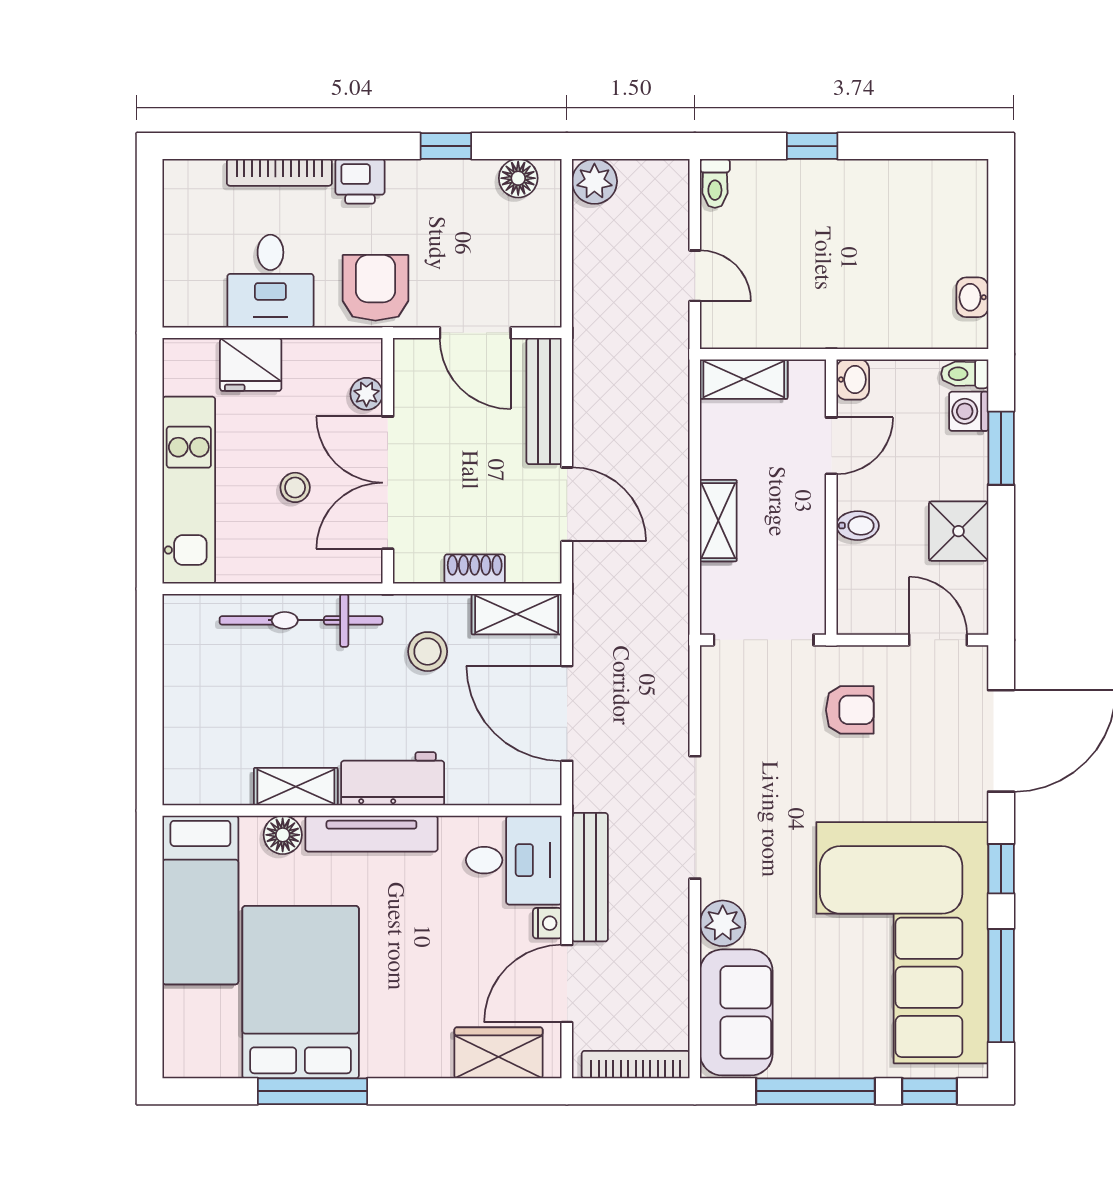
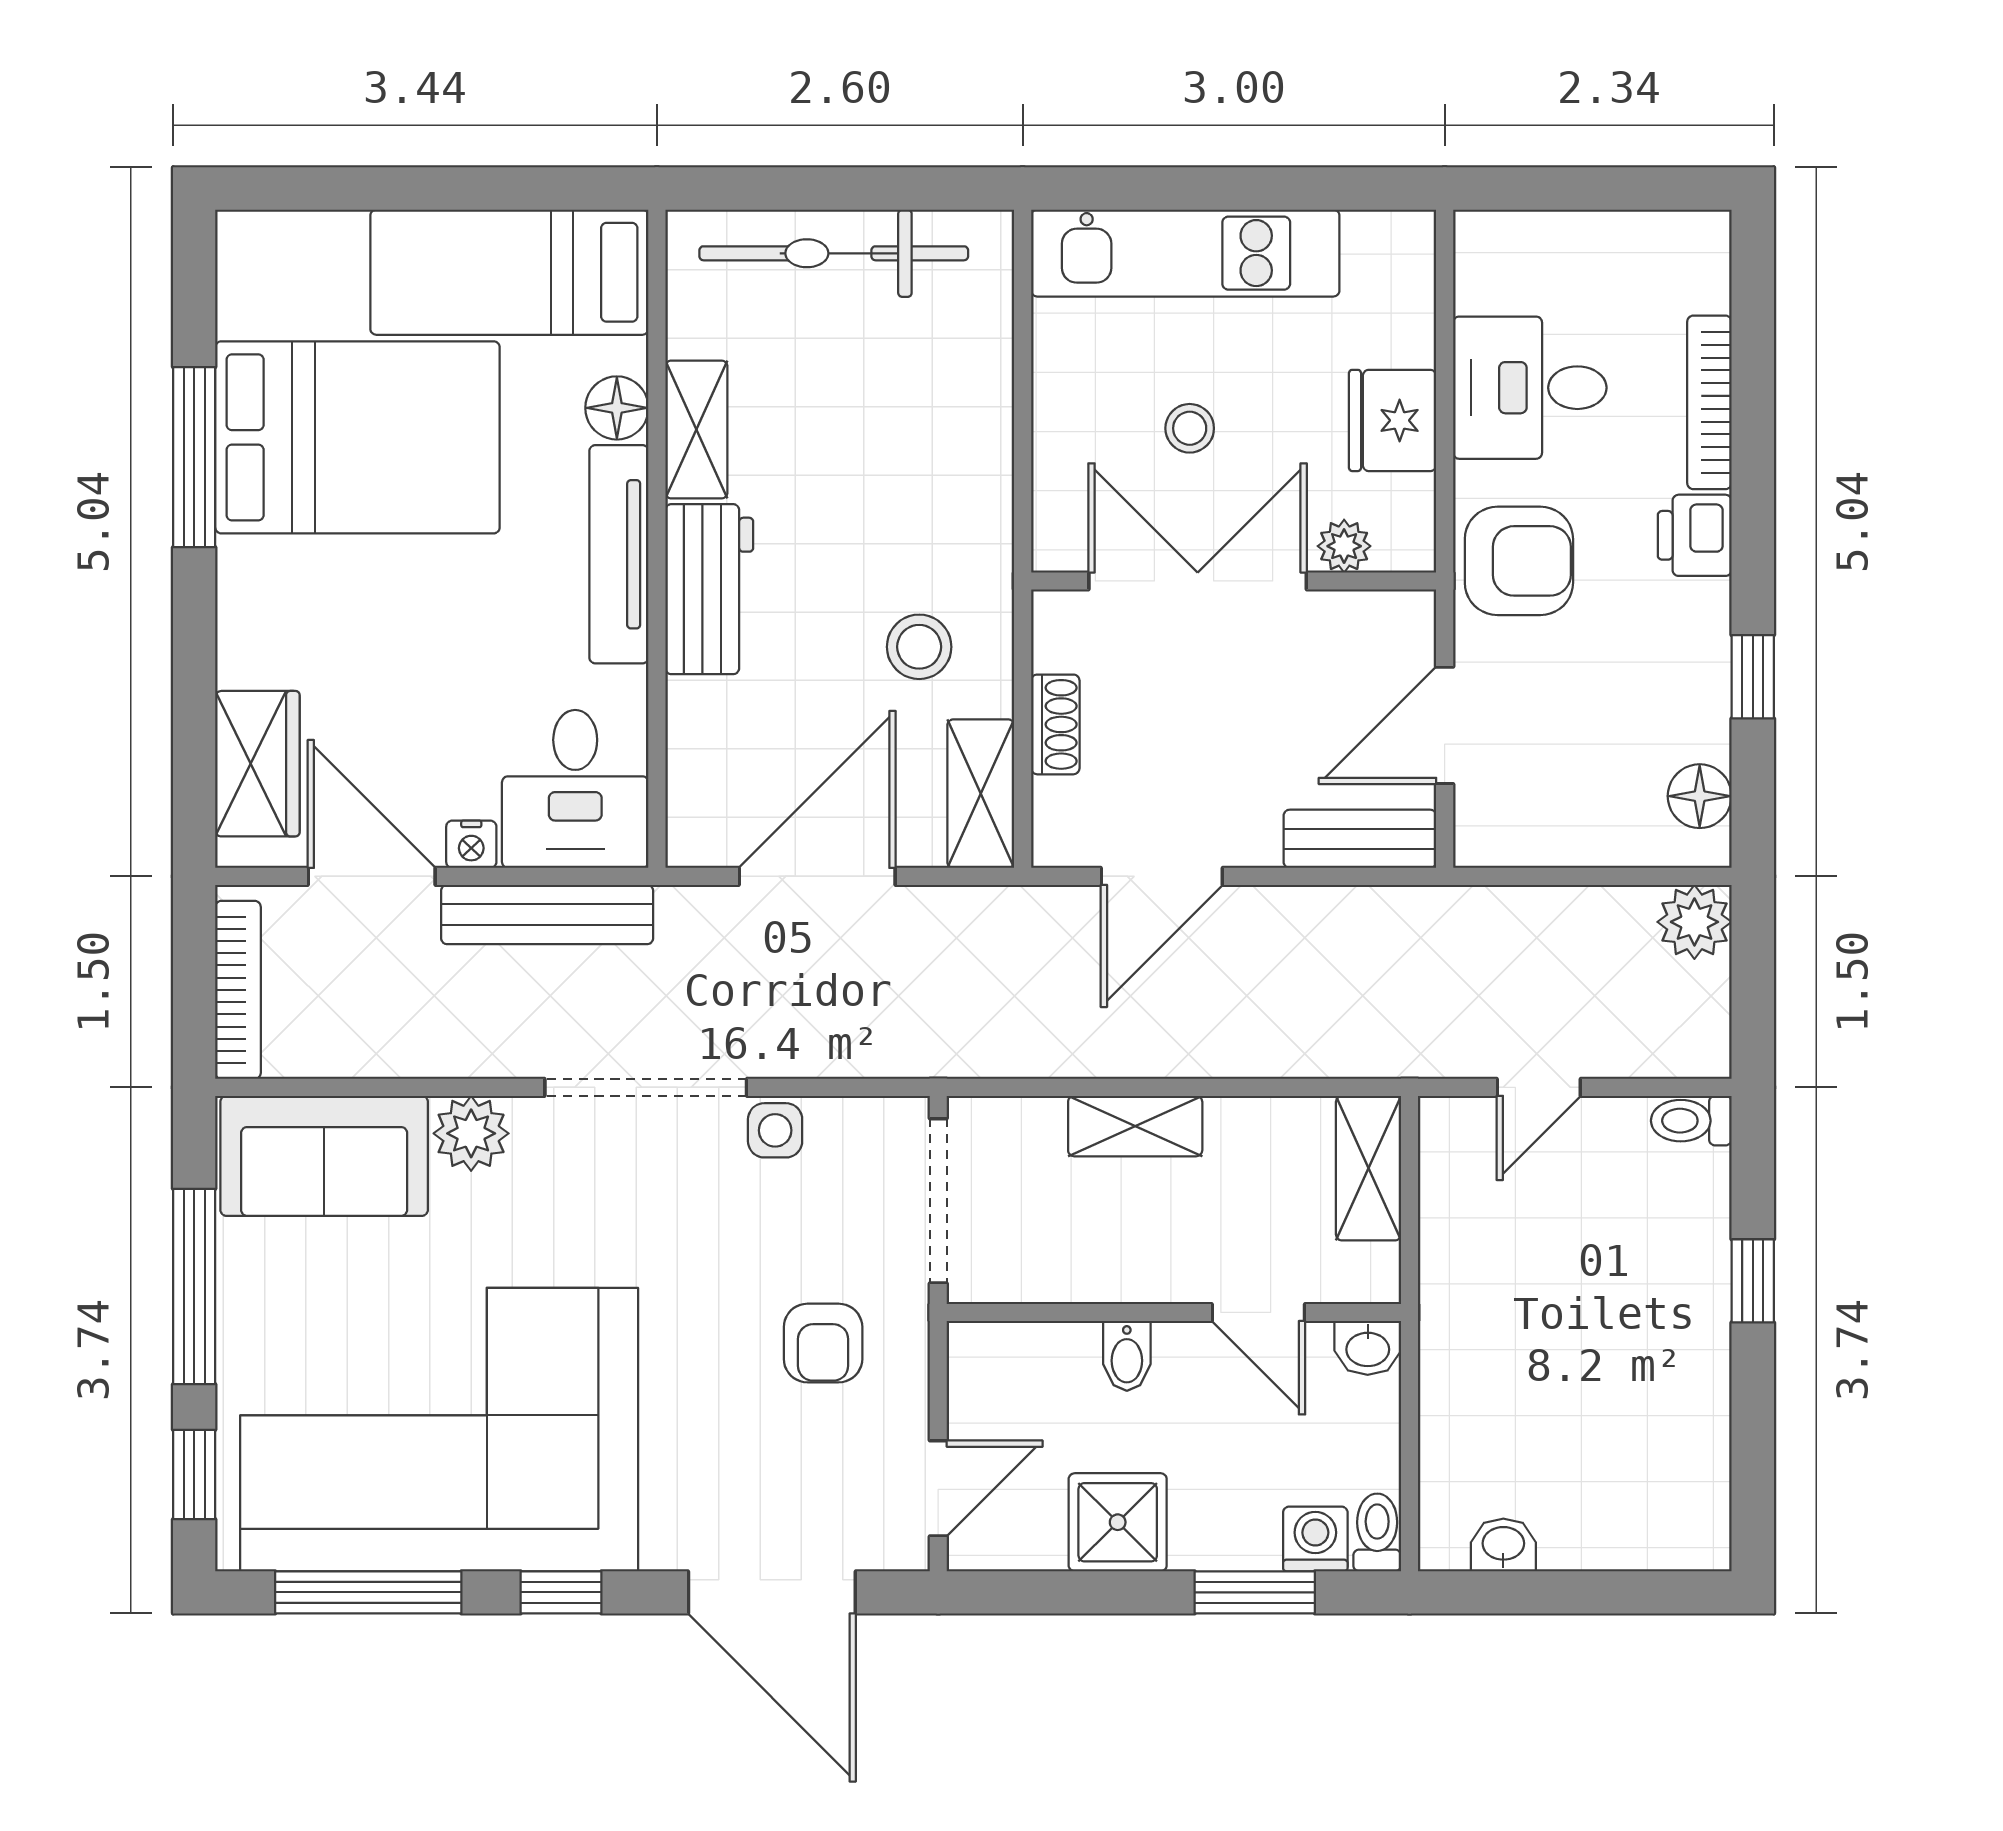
fridge: (251, 364) -> (1393, 420), moved
bench: (544, 401) -> (1360, 839), width x0.73
bicycle: (301, 620) -> (834, 253), moved, turned -90
side table: (721, 739) -> (775, 1130), added

